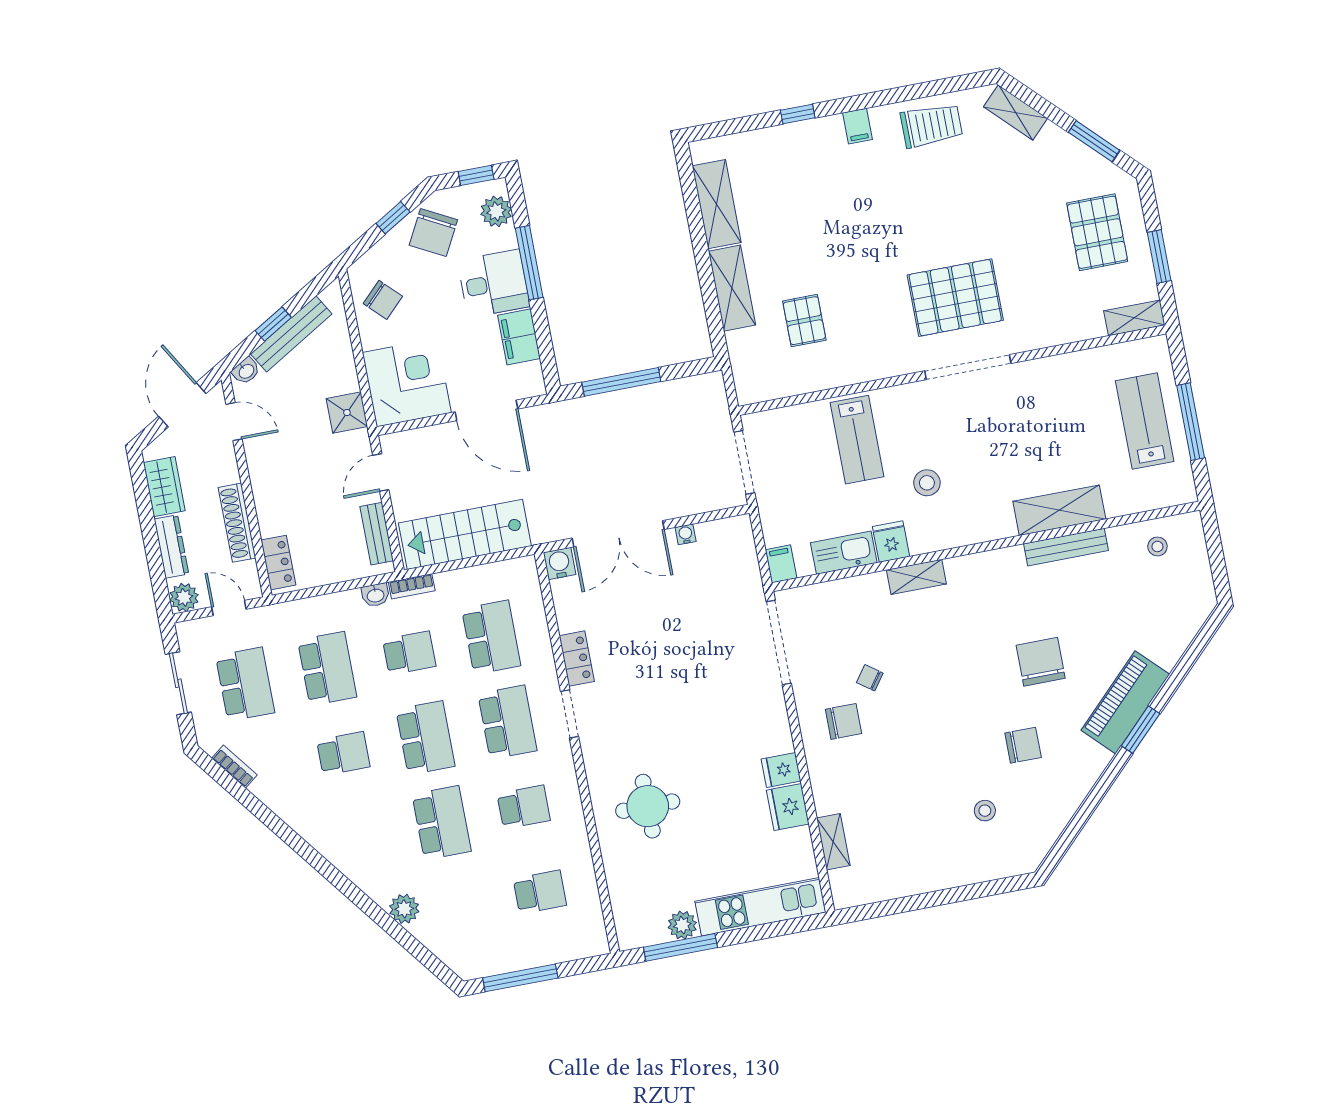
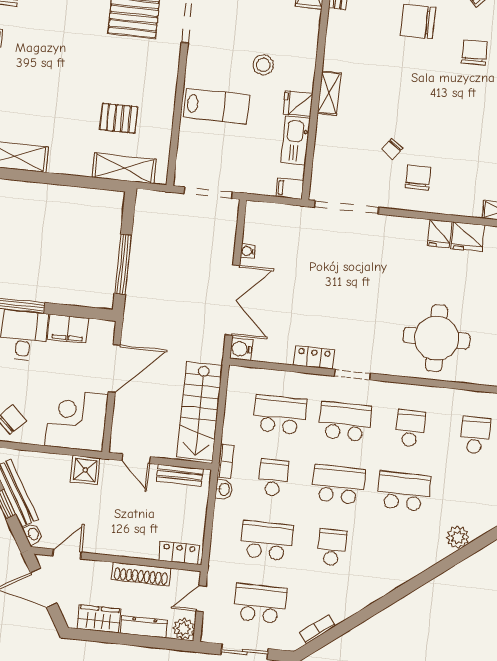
shelving: (732, 288) -> (124, 168), moved
round table: (648, 806) -> (437, 338), width x1.36, depth x1.36

